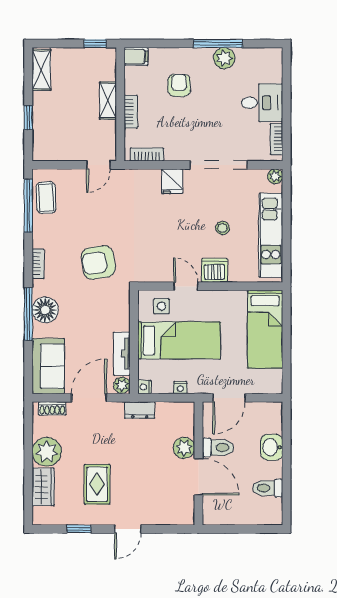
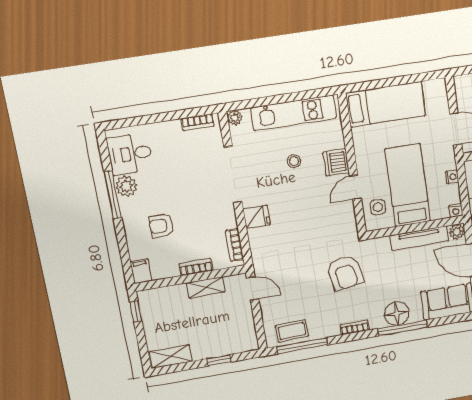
shelving: (108, 100) -> (206, 287), moved
desk: (262, 103) -> (130, 154), moved, turned -90
tv unit: (122, 354) -> (419, 238), width x1.41

